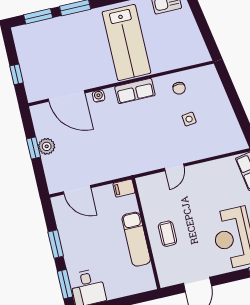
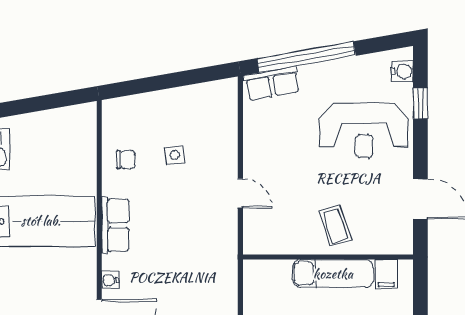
filing cabinet: (124, 188) -> (386, 274), moved
coffee table: (167, 234) -> (335, 226), turned 72

